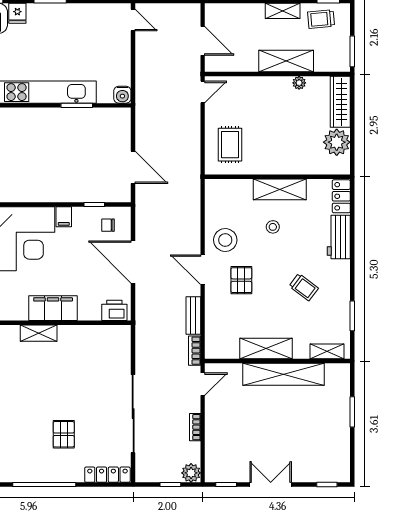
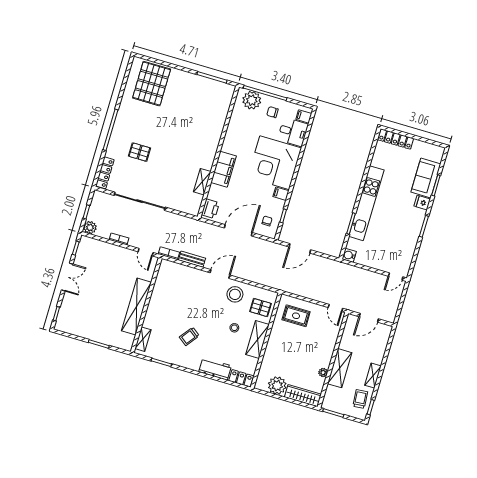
pallet: (241, 280) -> (261, 308), moved
shelving: (39, 333) -> (202, 182), moved
shelving: (266, 348) -> (157, 300), removed

